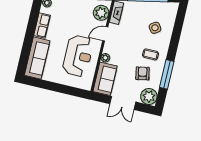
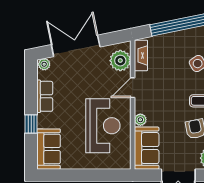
window: (28, 43) -> (31, 124), added
sofa: (37, 58) -> (49, 149), width x0.73

